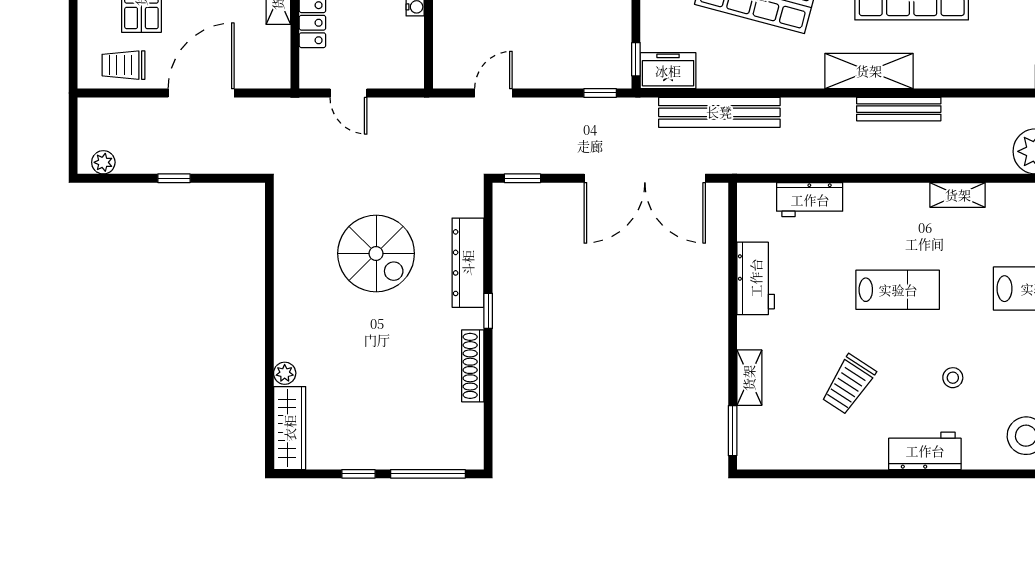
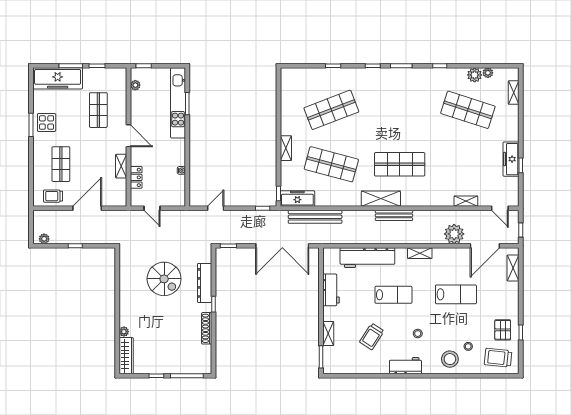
freezer: (668, 71) -> (297, 198), width x1.40
workbench: (810, 200) -> (367, 258), width x1.88, depth x1.32

